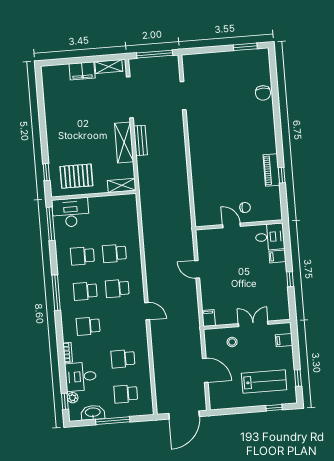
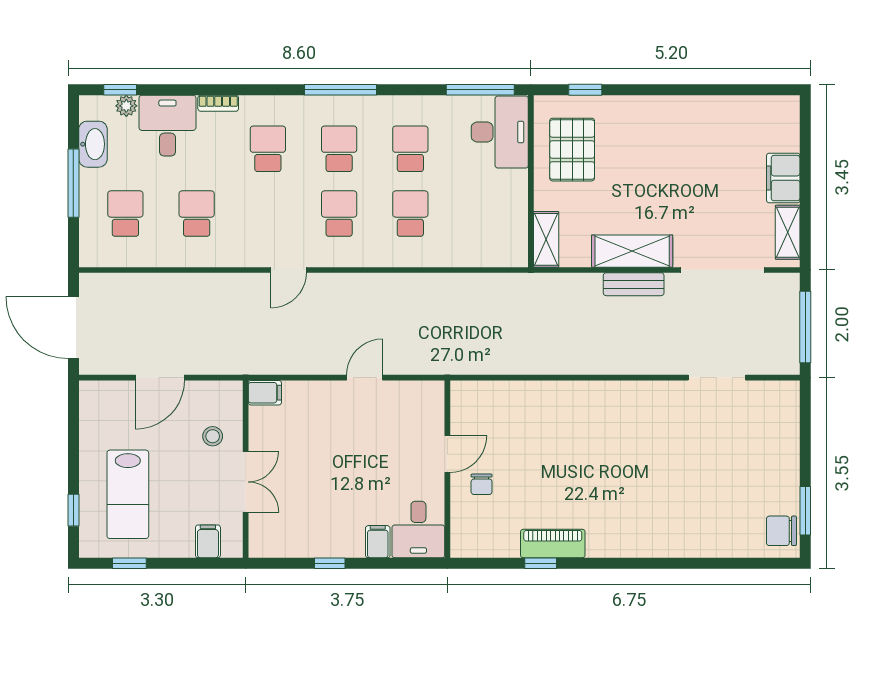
chair: (263, 93) -> (781, 531), moved

